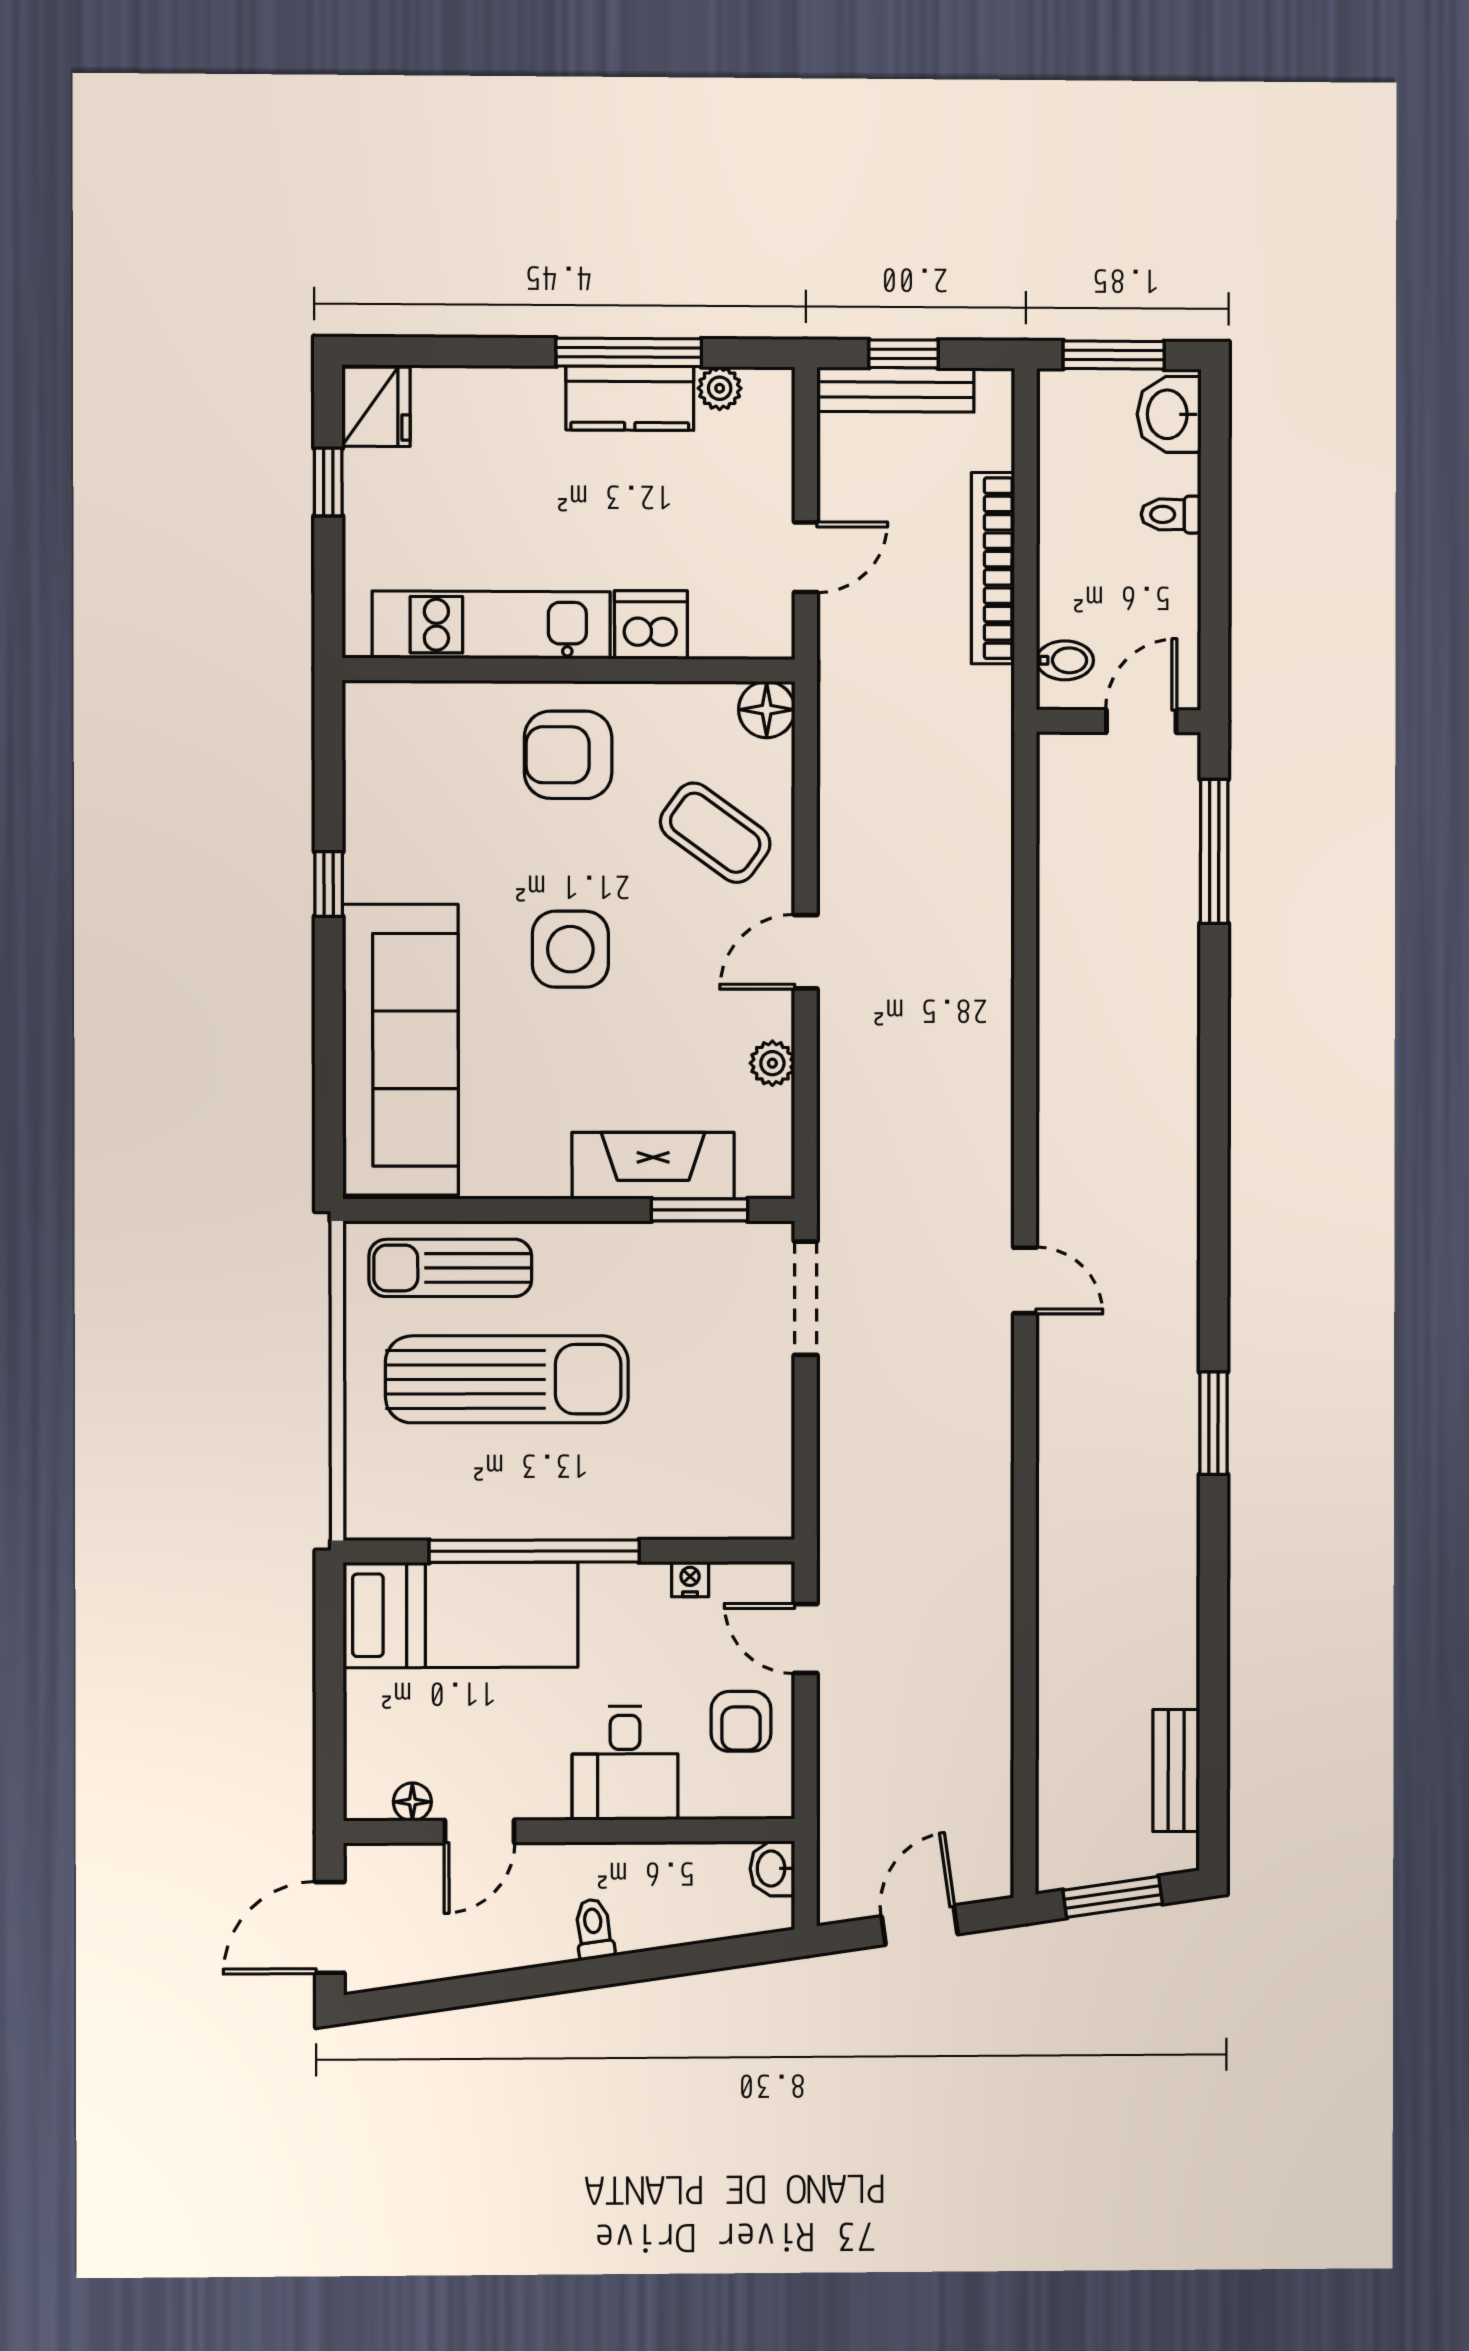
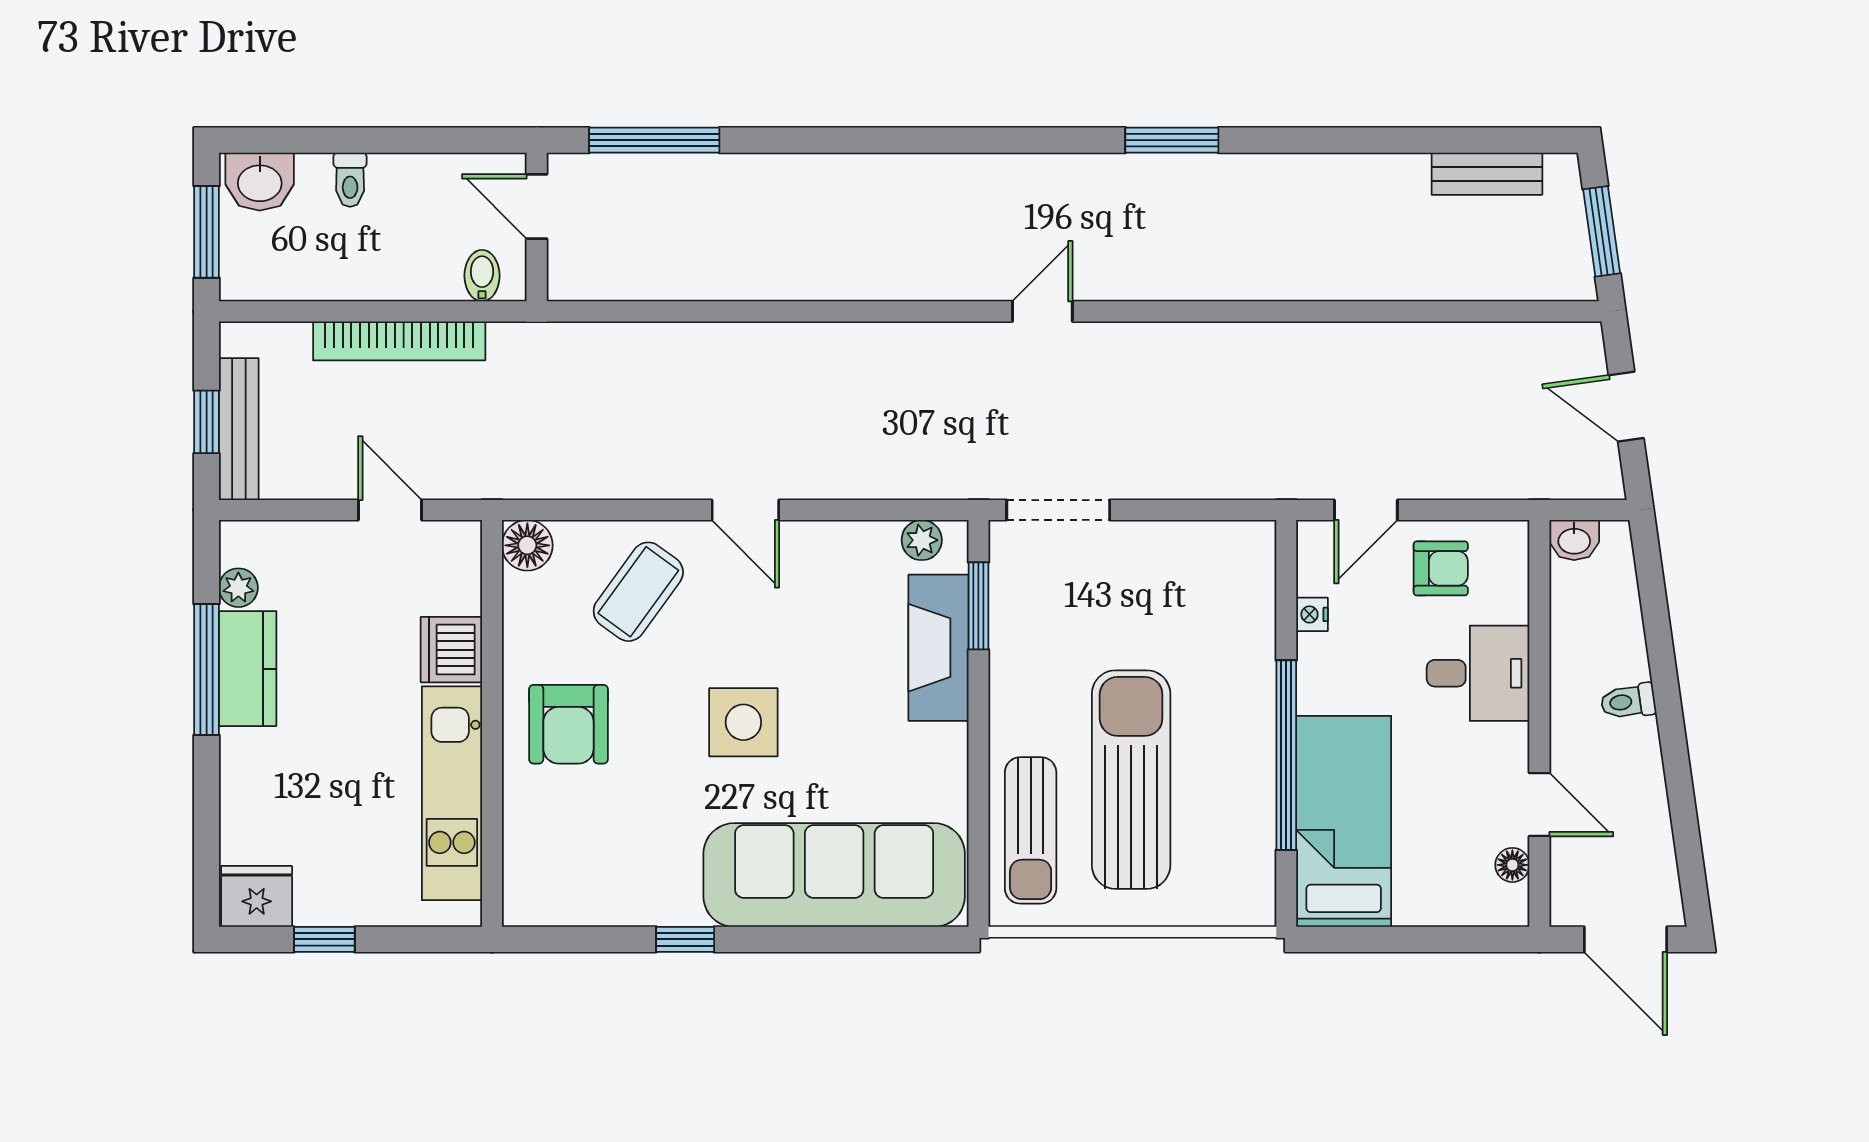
plant: (772, 1063) -> (922, 540), moved

